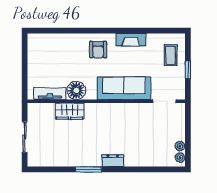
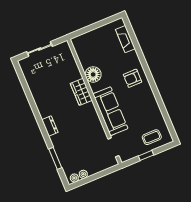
fireplace: (131, 40) -> (125, 39), moved
tv unit: (50, 94) -> (82, 55), removed
wardrobe: (70, 111) -> (81, 92), moved
window: (88, 169) -> (55, 158), moved

